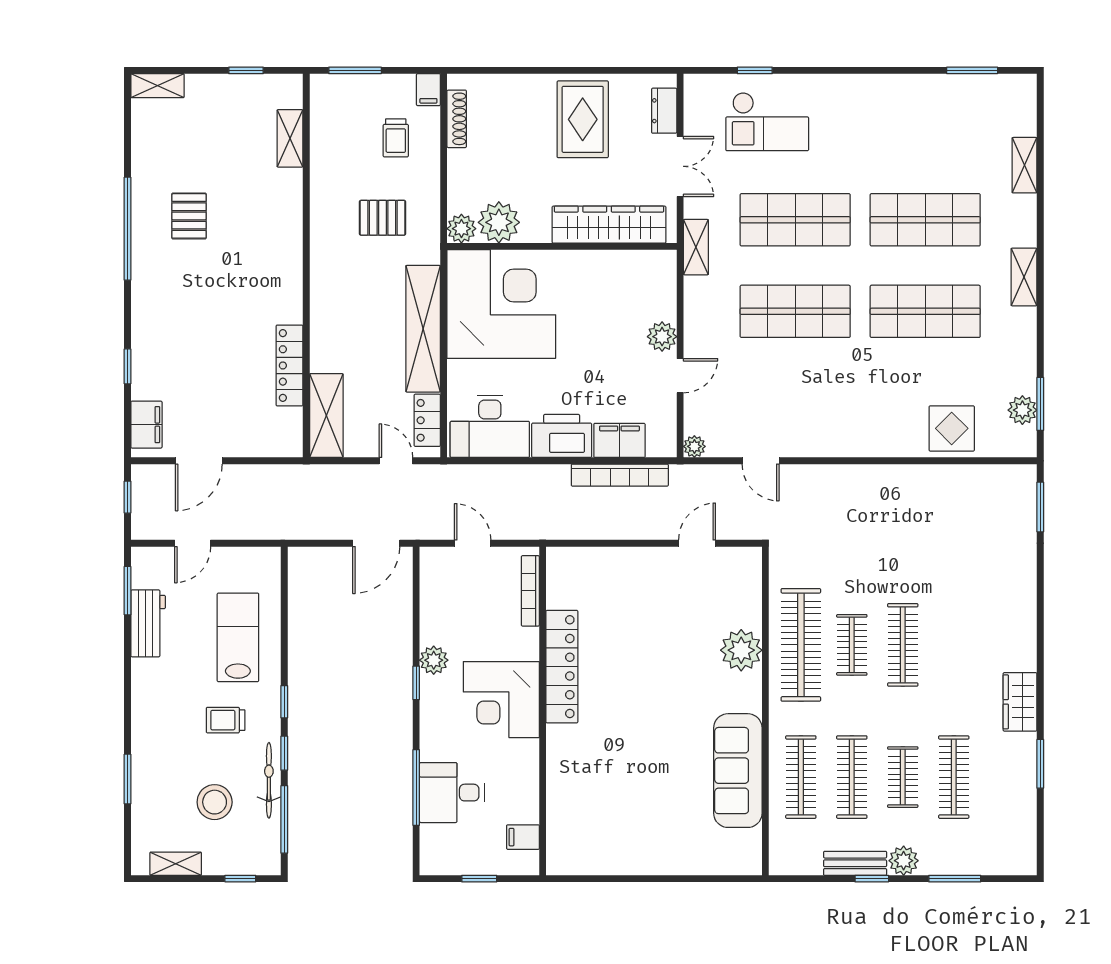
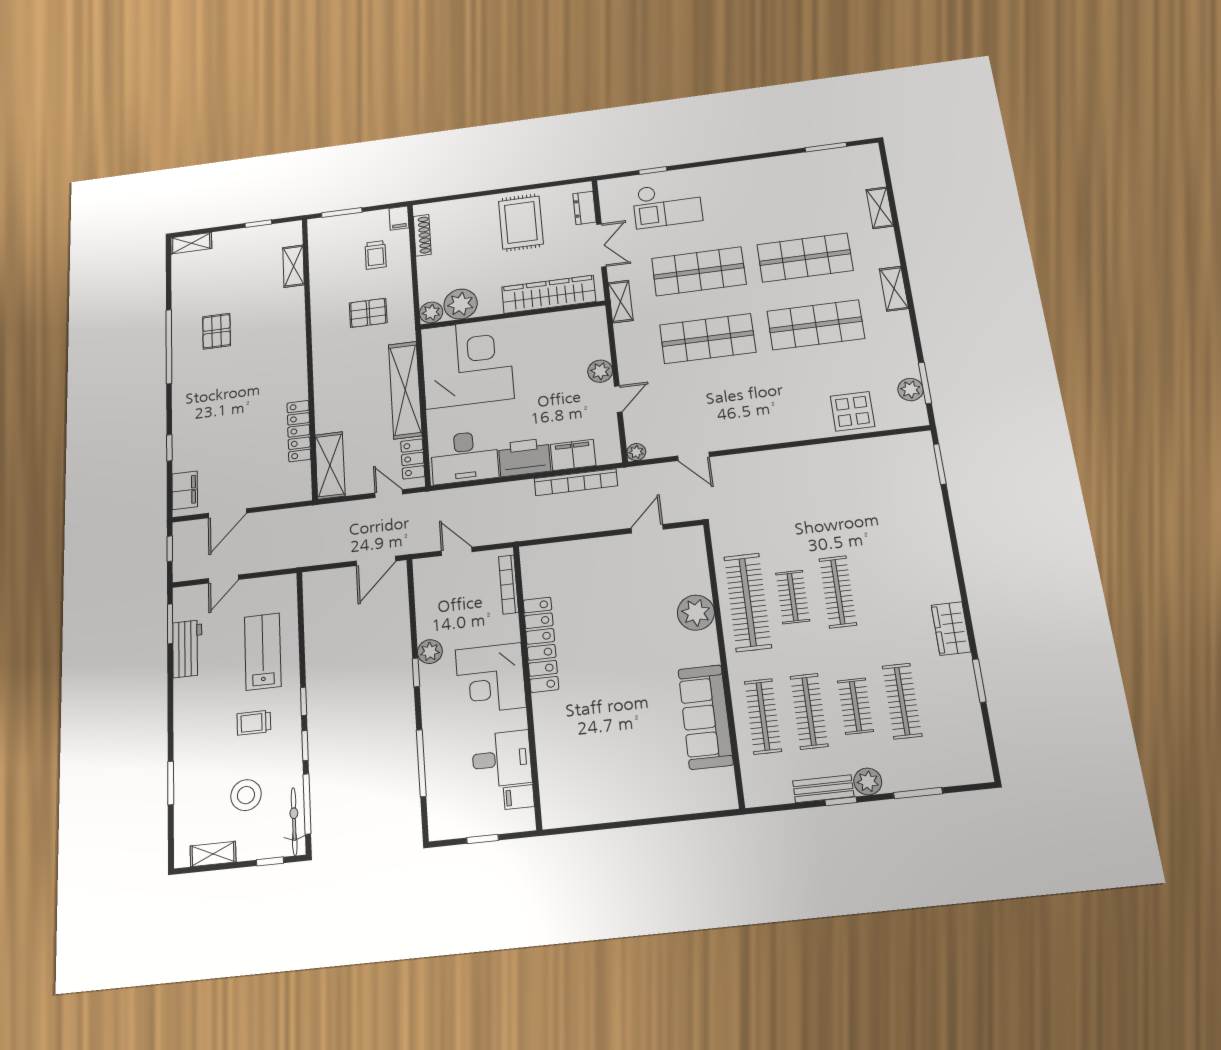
bicycle: (269, 780) -> (294, 821), moved
desk: (452, 793) -> (502, 759), moved, turned 180

